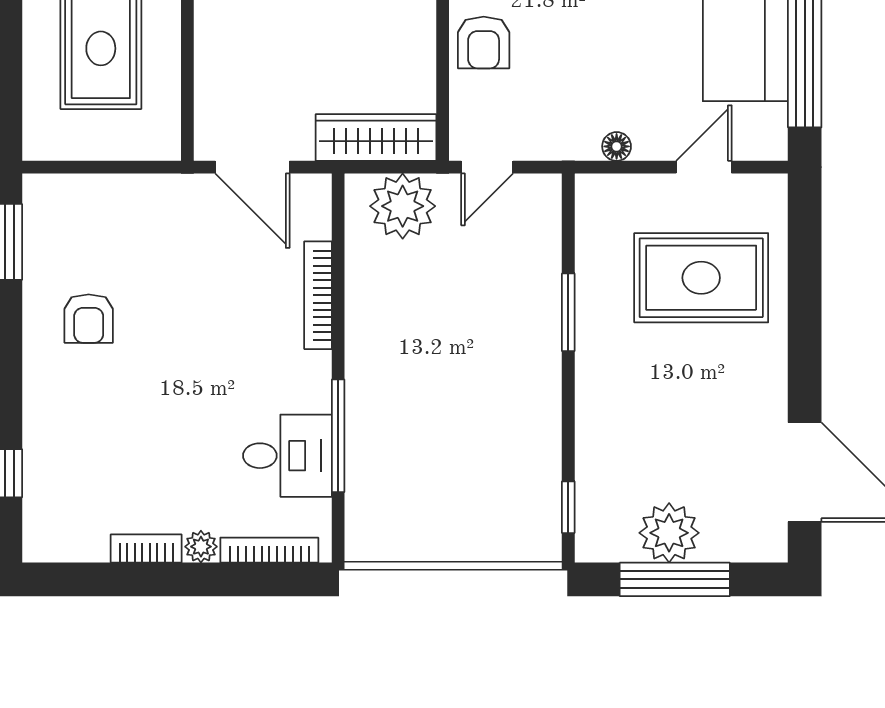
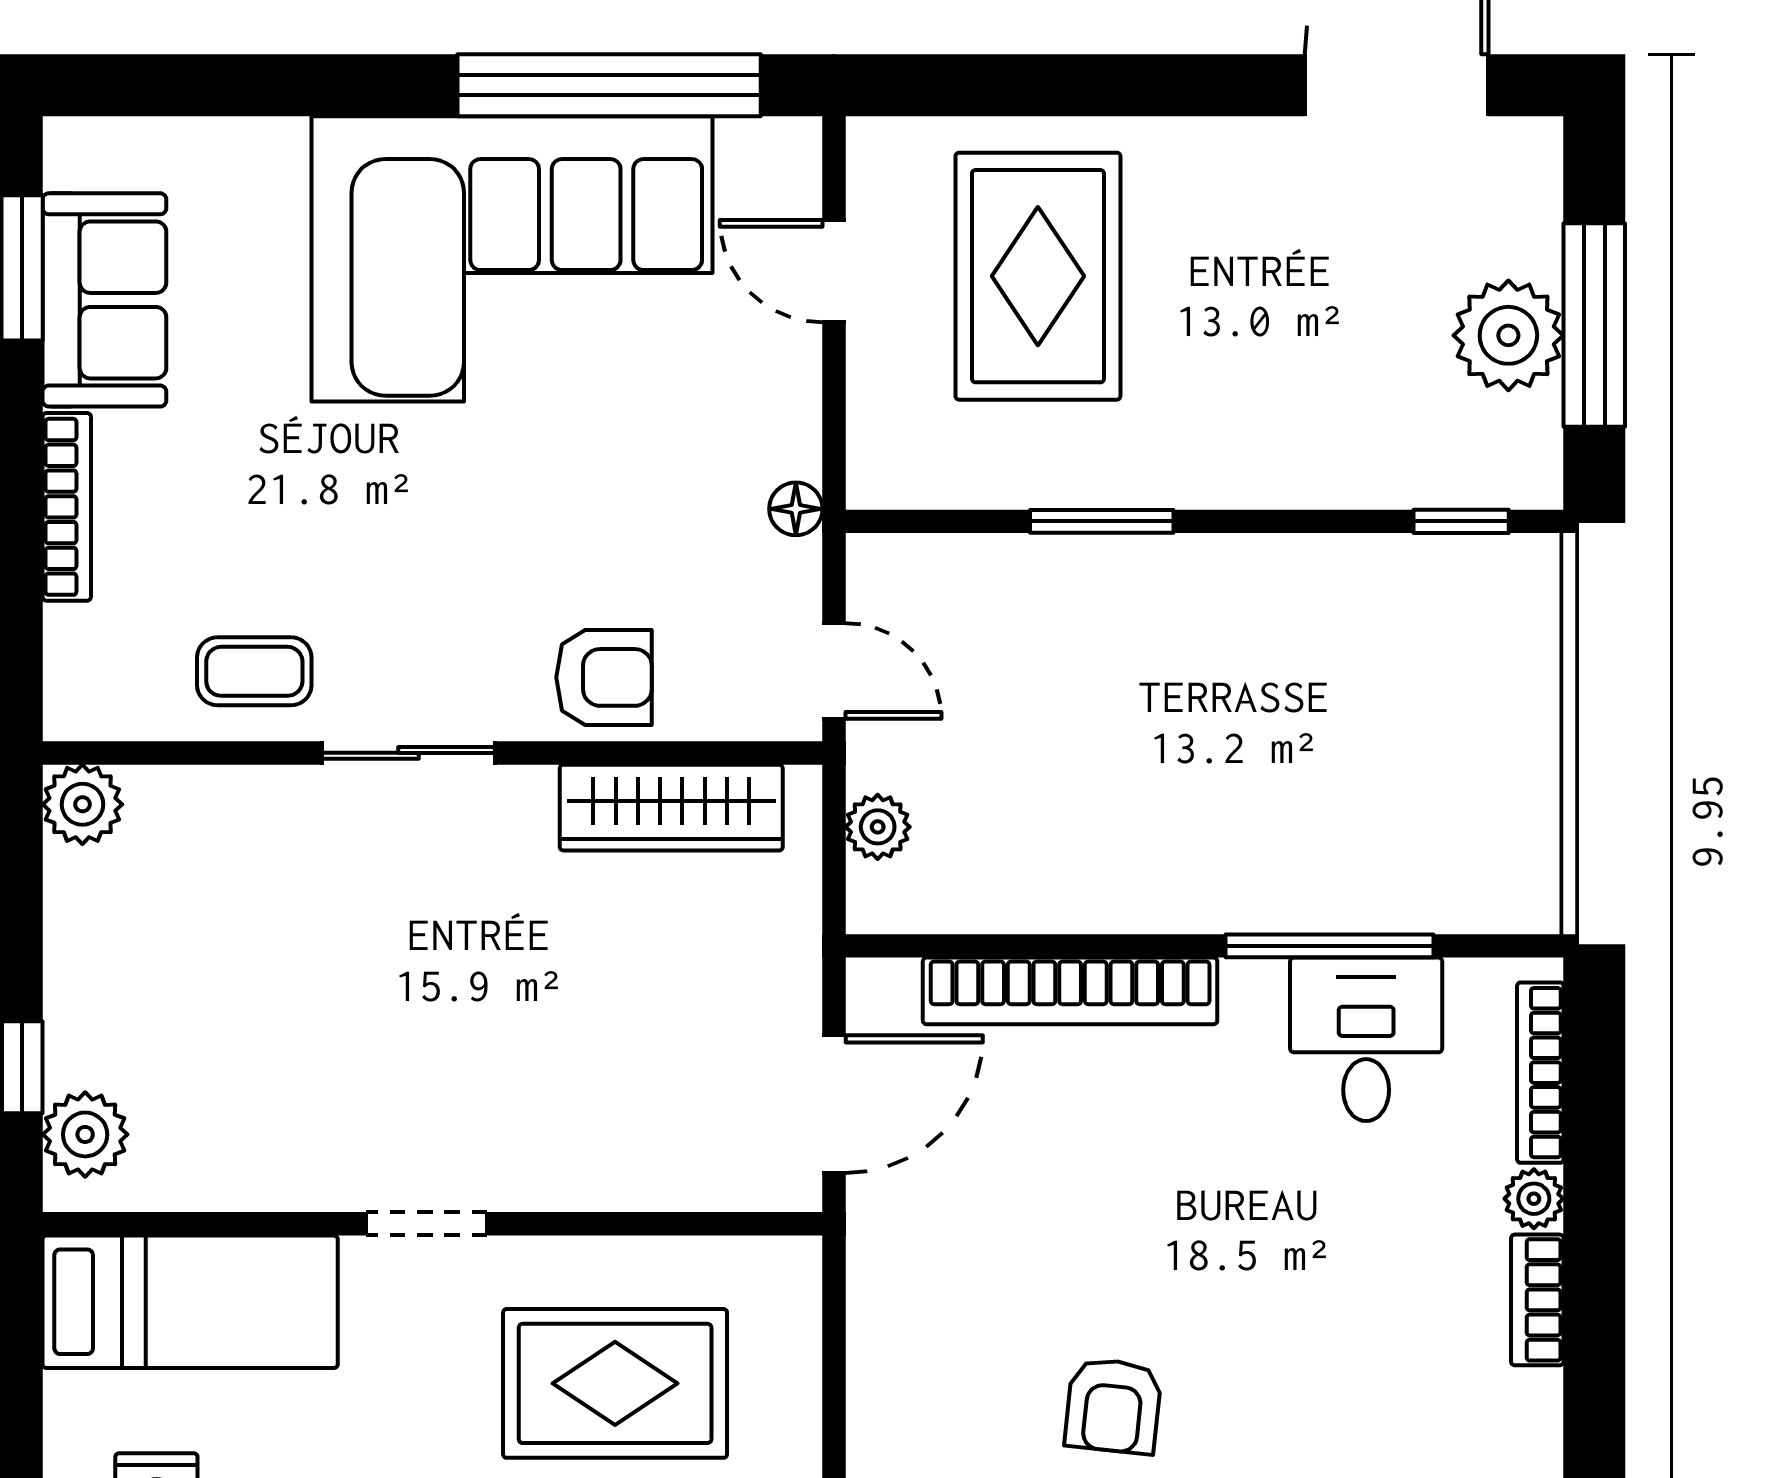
wardrobe: (376, 137) -> (671, 808), moved, turned -90
floor lamp: (617, 146) -> (796, 509), moved
plant: (403, 206) -> (878, 827), width x0.53, depth x0.53
bookcase: (318, 295) -> (1070, 991), width x1.48, depth x1.31
armchair: (89, 319) -> (1113, 1406), turned 96

